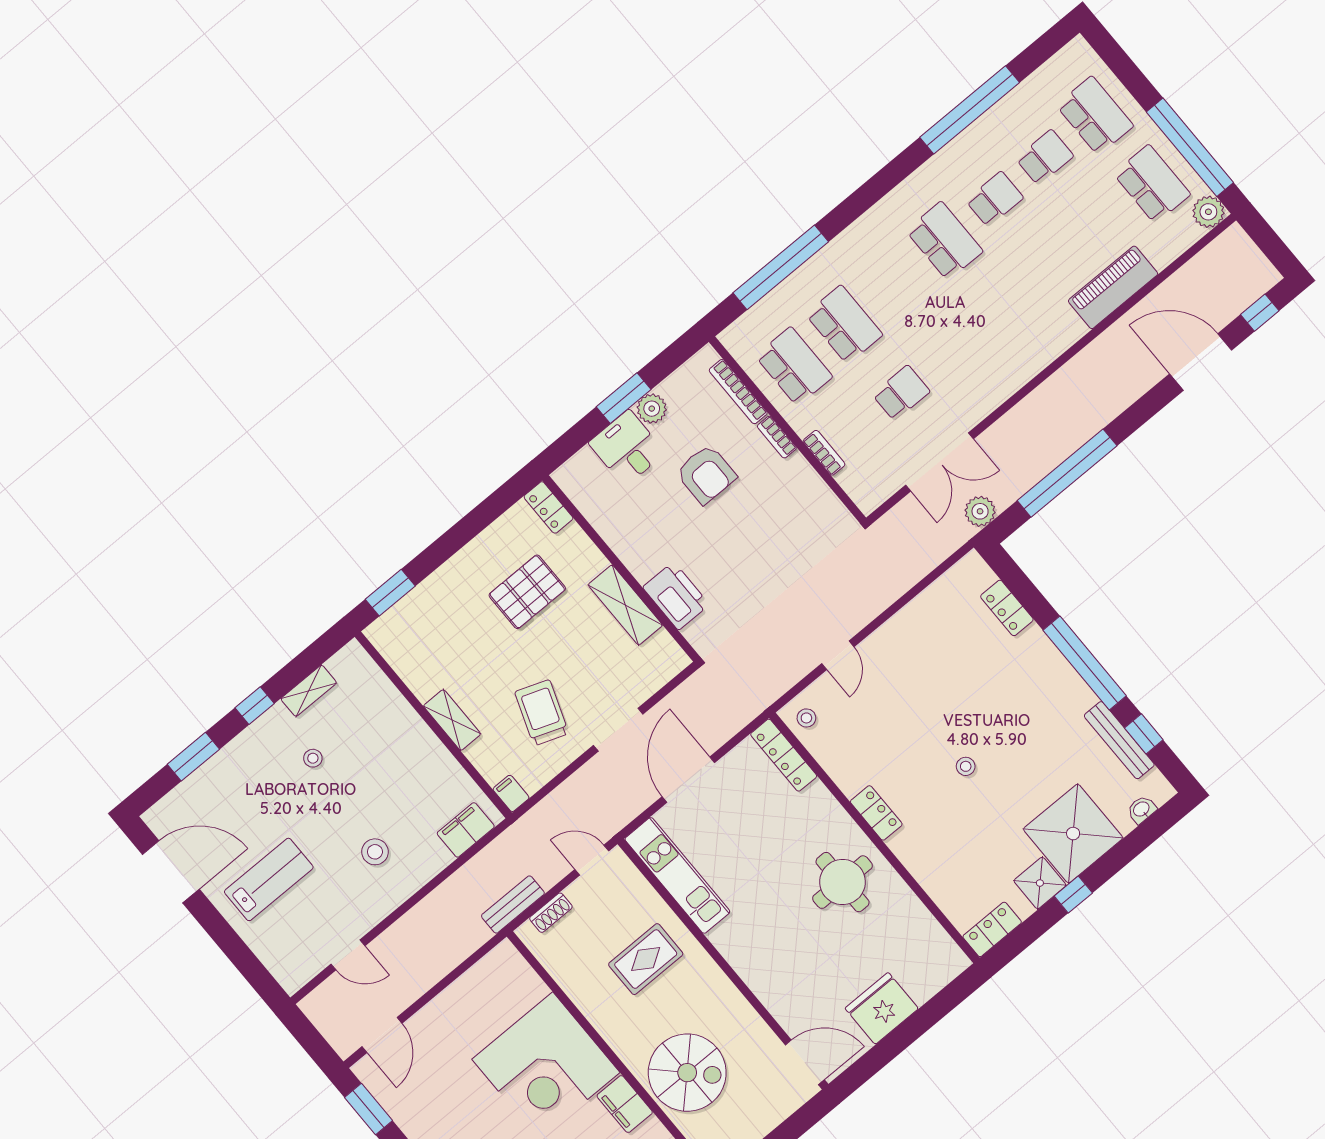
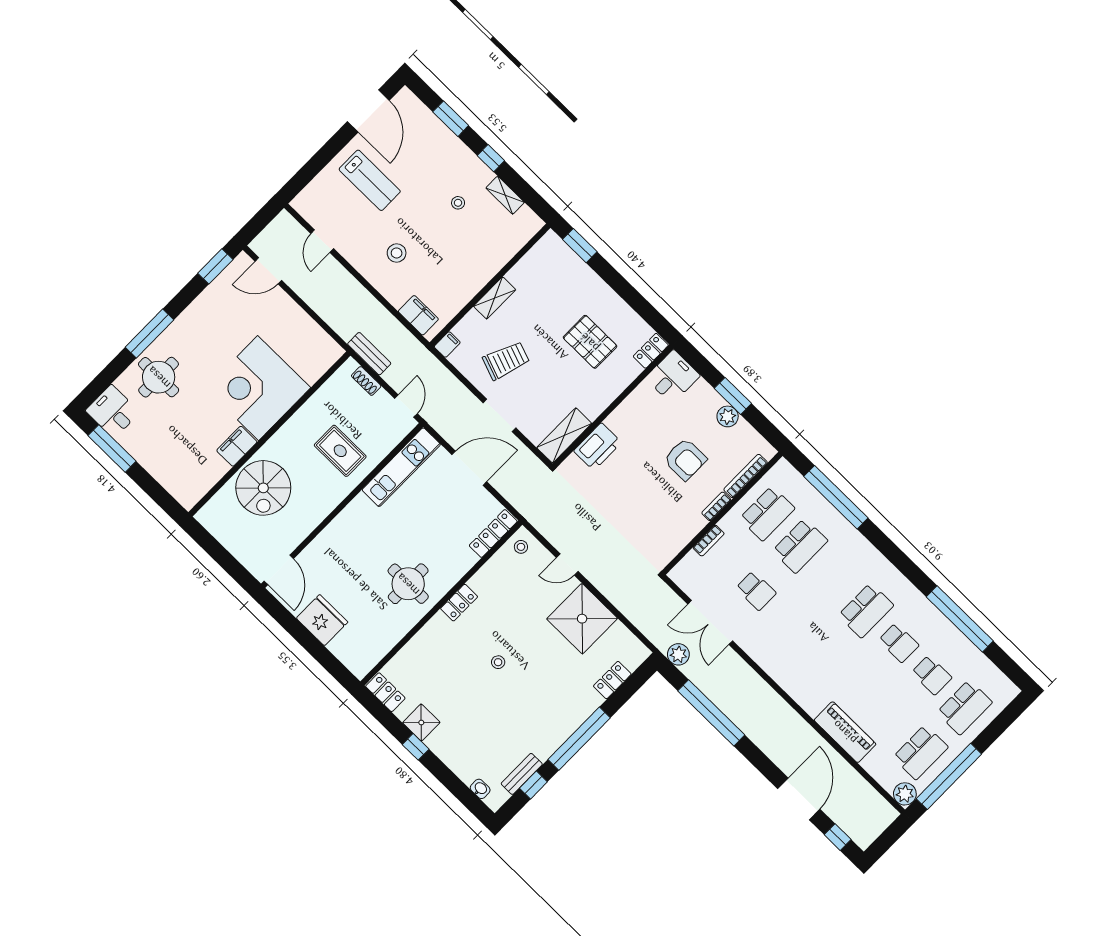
desk: (627, 448) -> (673, 377), moved
armchair: (706, 474) -> (685, 459), turned -90
shelving: (625, 605) -> (564, 435), moved
bench: (1119, 740) -> (522, 774), width x0.73
shower: (1073, 834) -> (582, 619), moved

